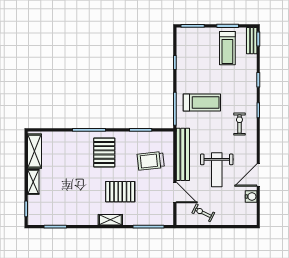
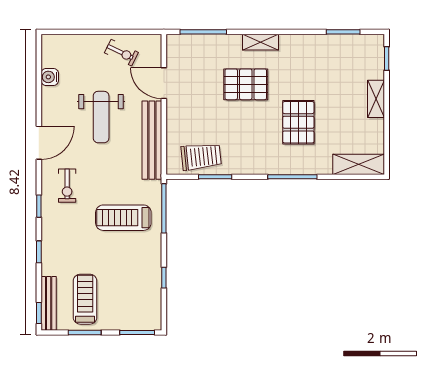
bench: (252, 41) -> (49, 303), width x1.36
shelving: (34, 151) -> (359, 164), moved, turned 90
pallet: (104, 152) -> (298, 122), moved
trolley: (151, 161) -> (201, 157), moved
weight bench: (217, 170) -> (101, 117), turned 180
door: (258, 175) -> (39, 143), moved

